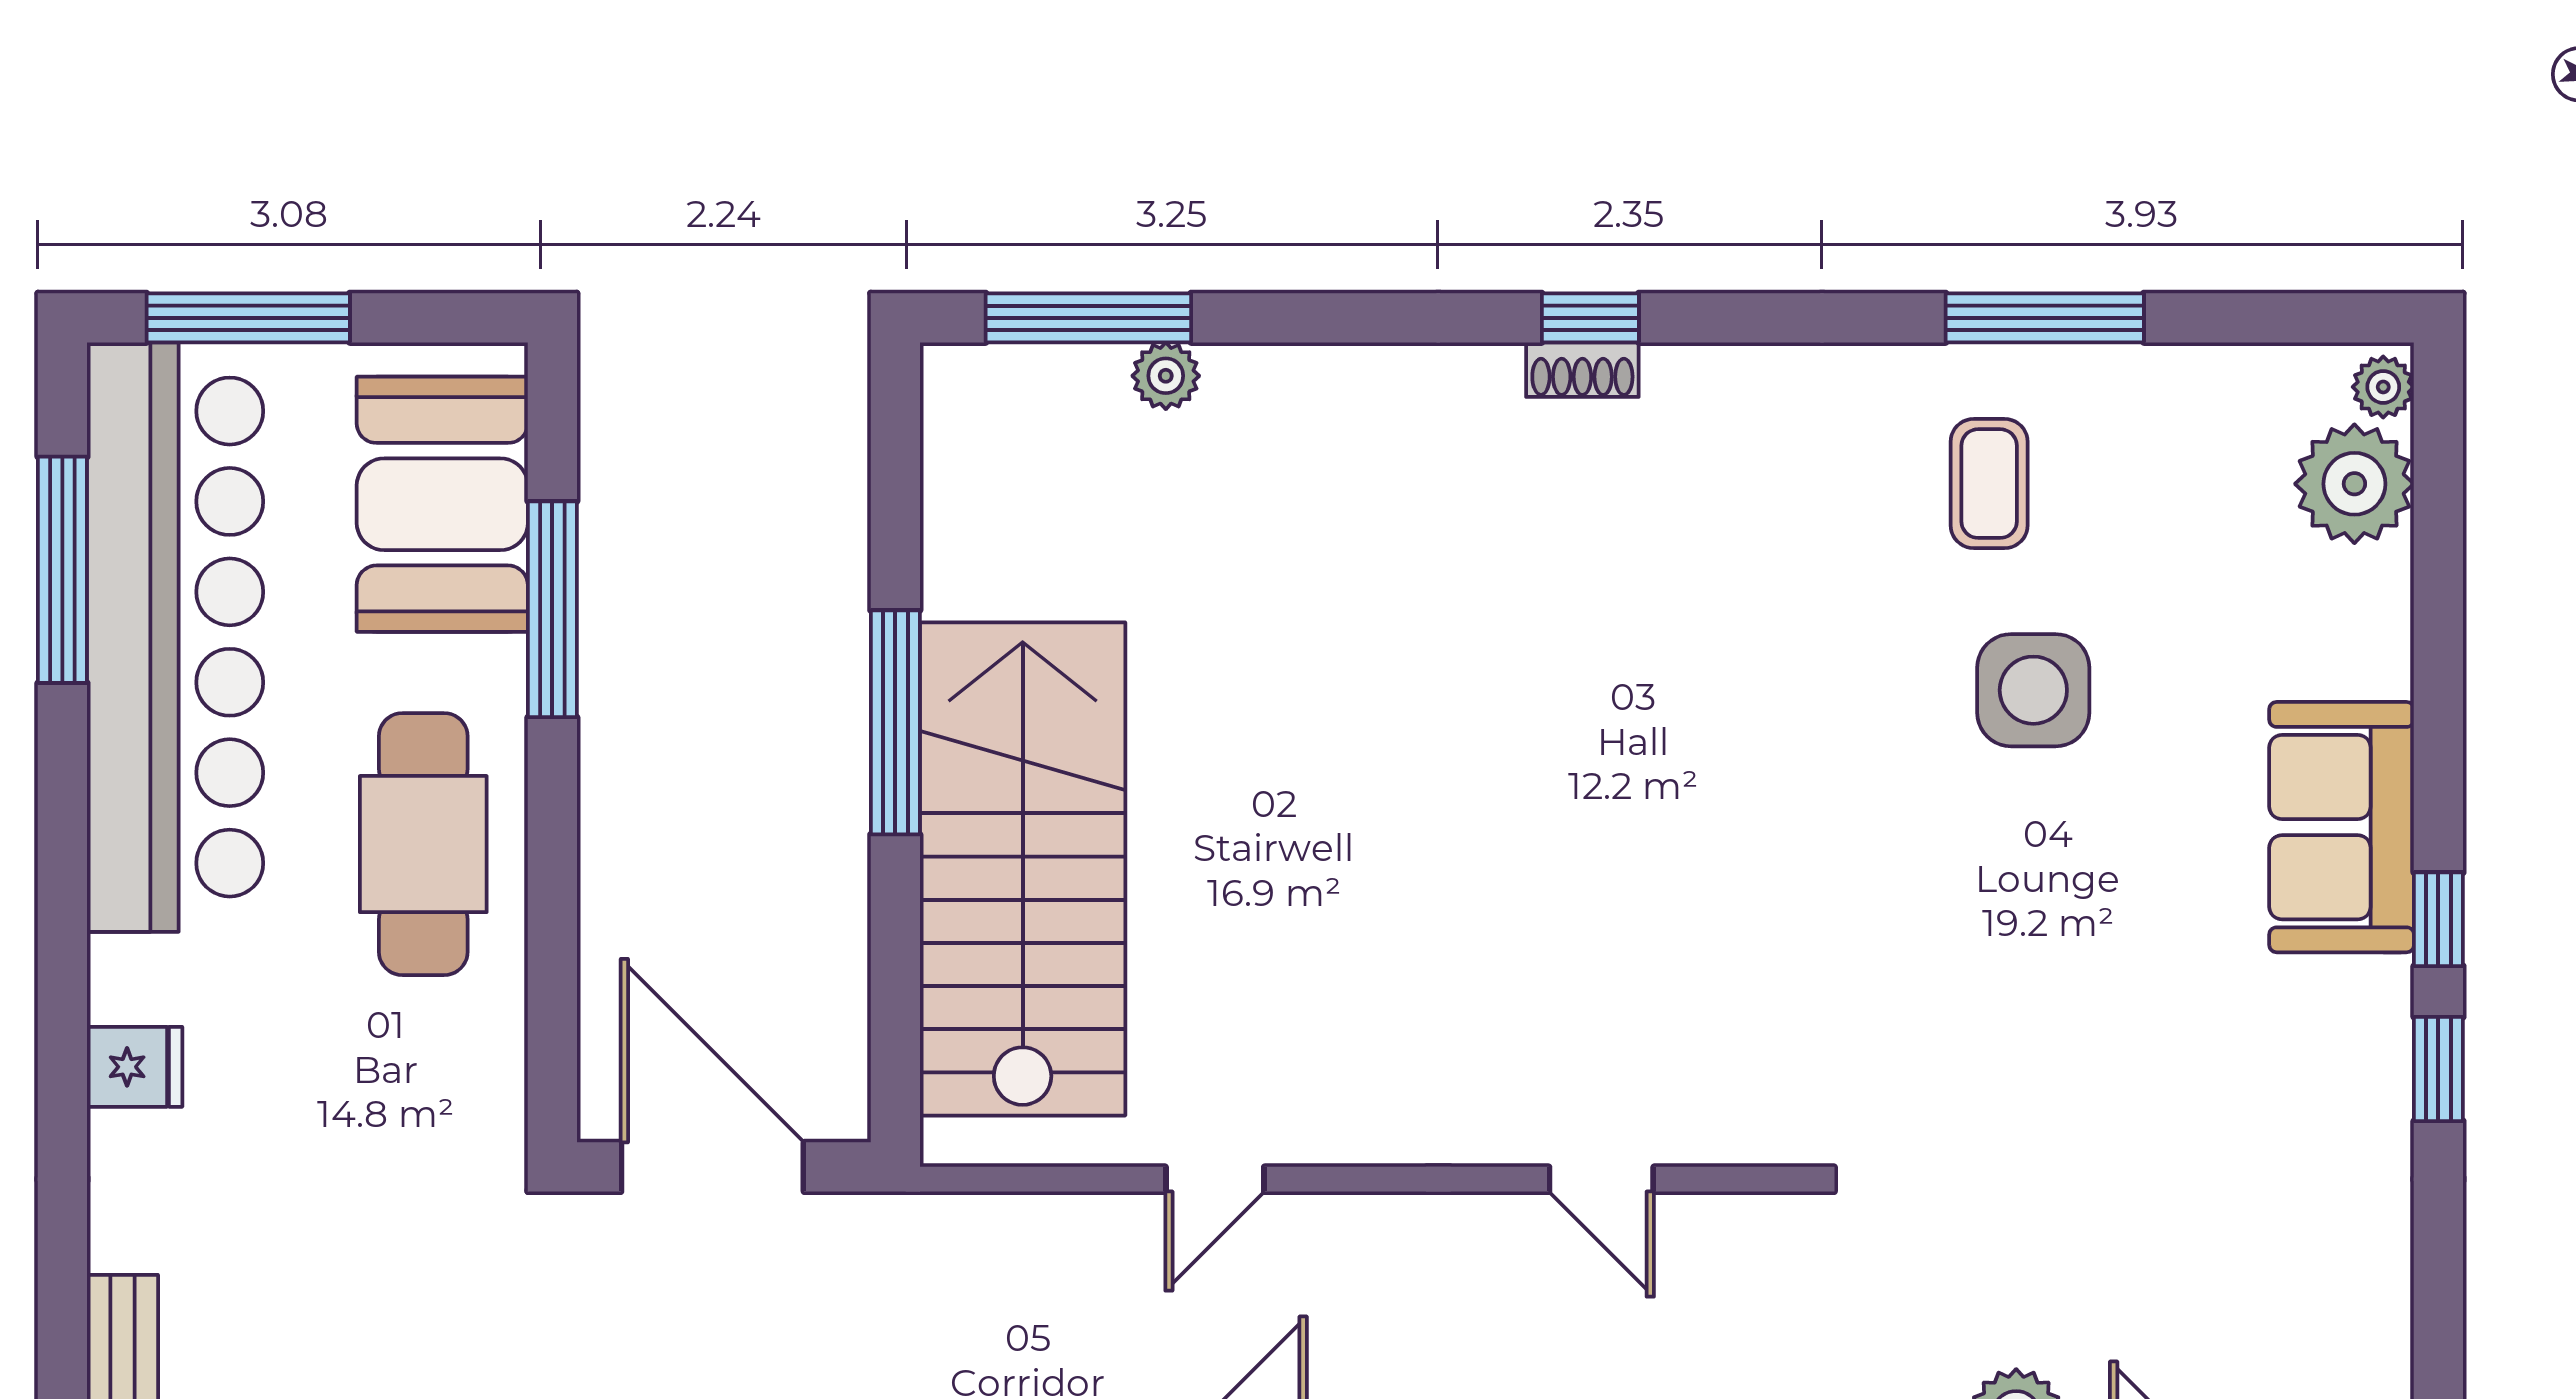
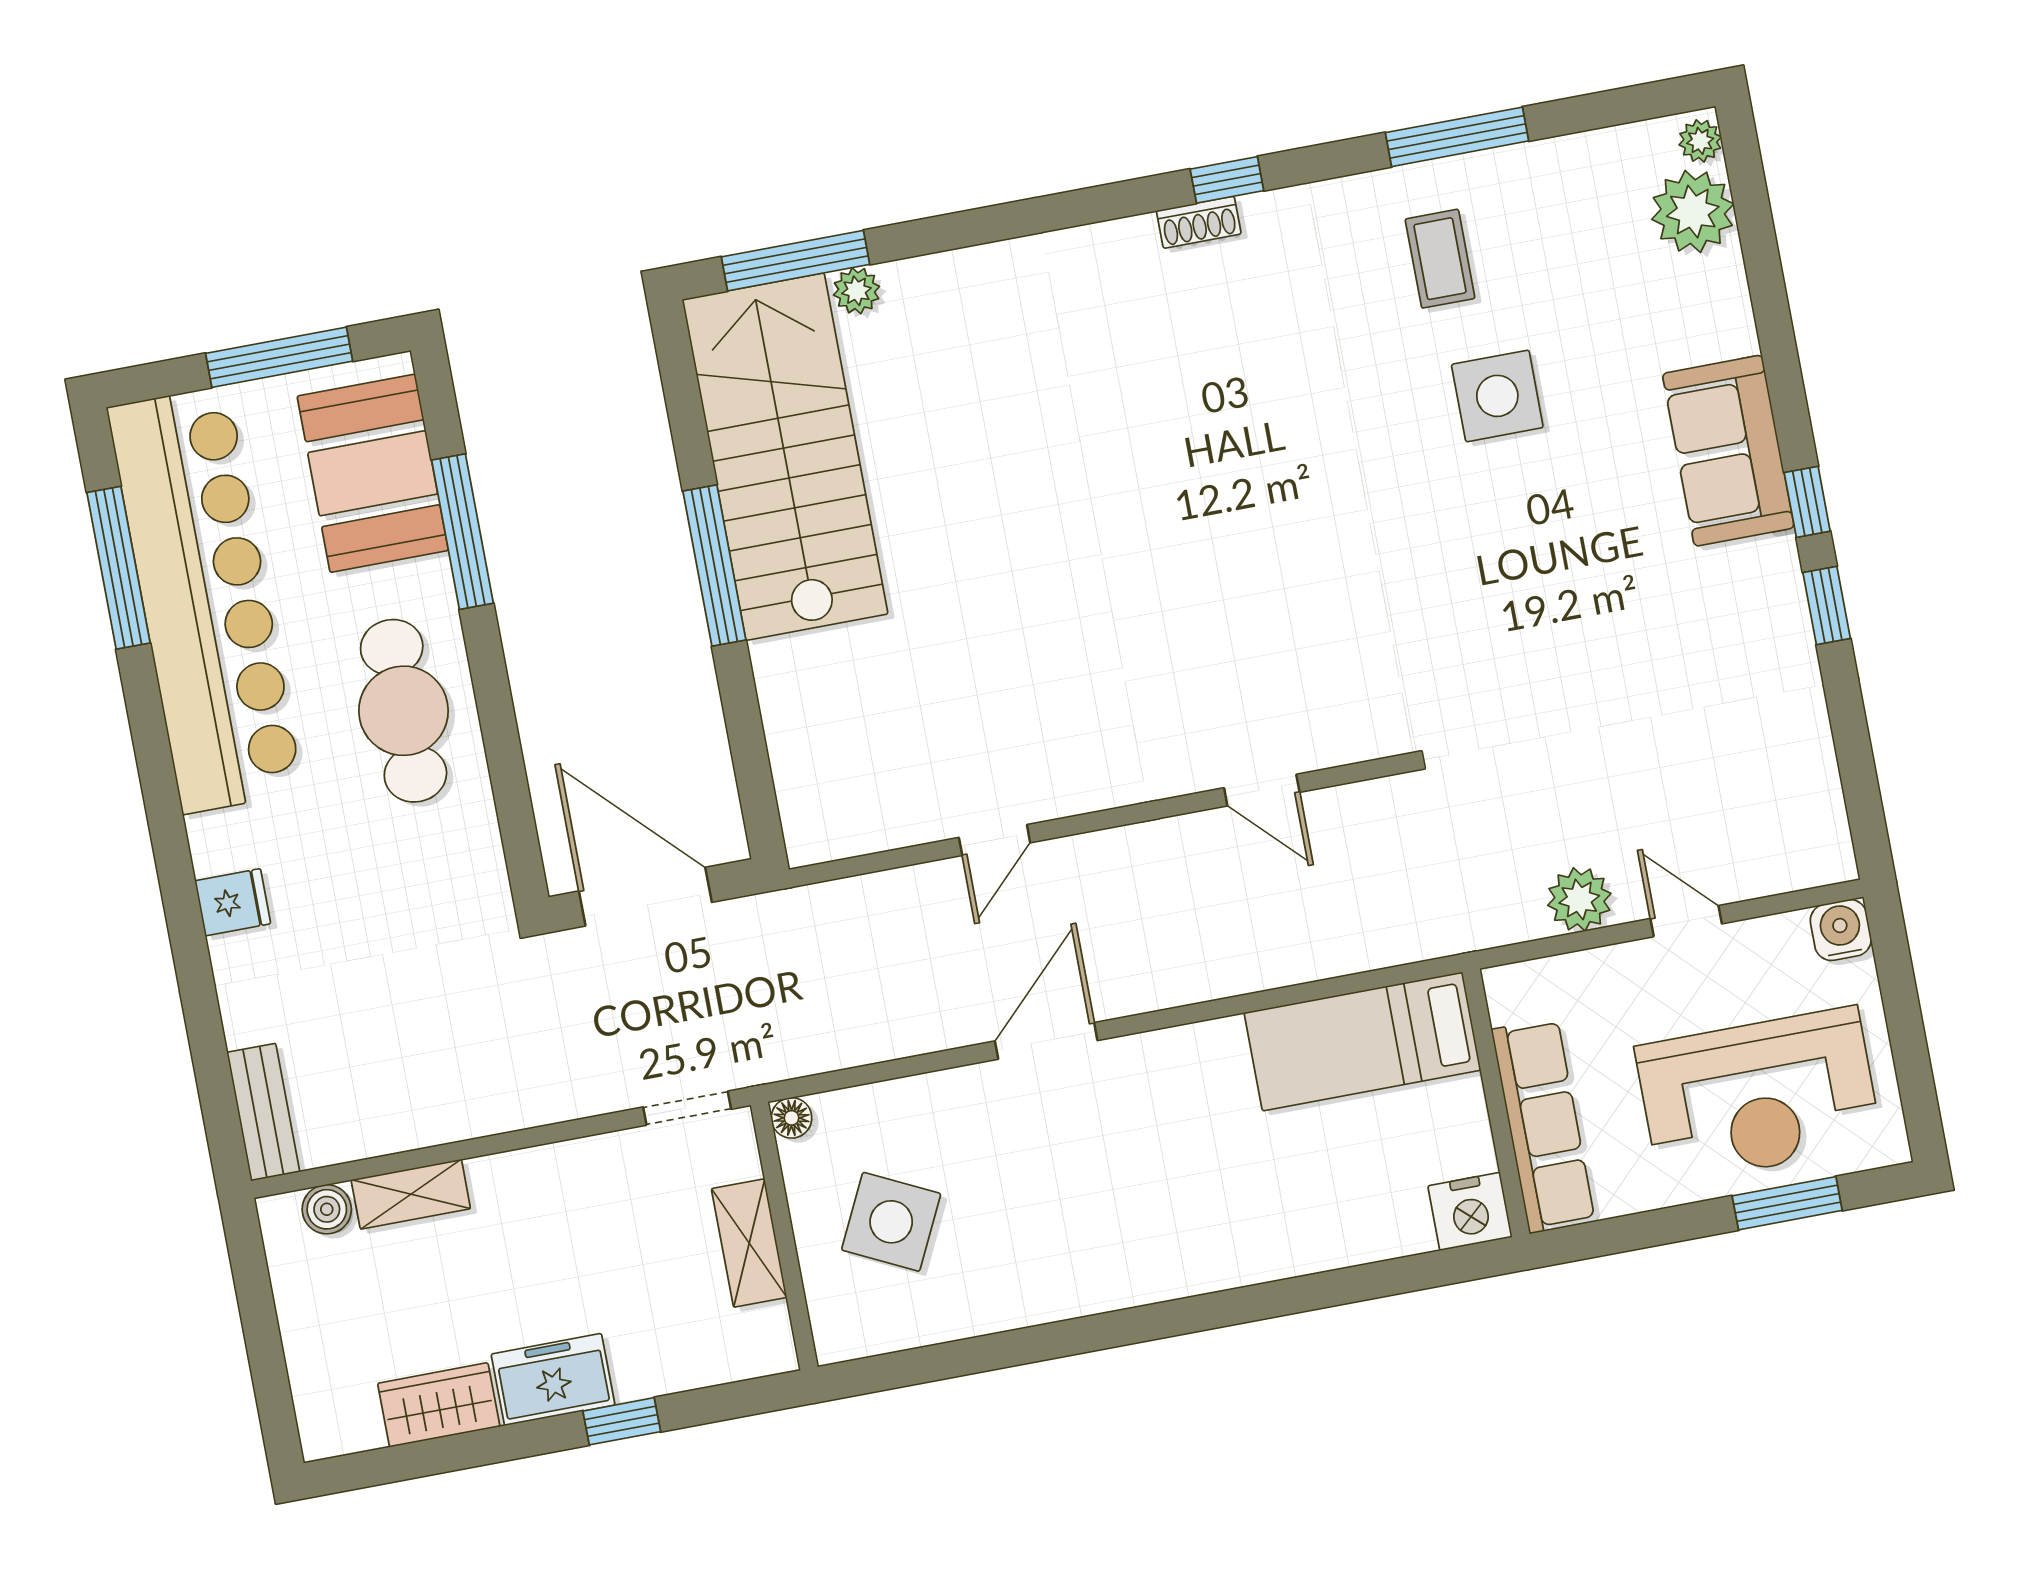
window: (248, 318) -> (279, 357), moved
window: (1590, 318) -> (1227, 180), moved
shoe rack: (1582, 370) -> (1199, 222), moved
stairs: (1023, 869) -> (785, 457), moved

